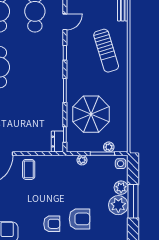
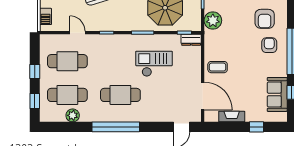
checkout: (32, 103) -> (154, 64), added
plant: (82, 160) -> (213, 20), width x1.88, depth x1.88
armchair: (80, 219) -> (265, 19), turned 180

